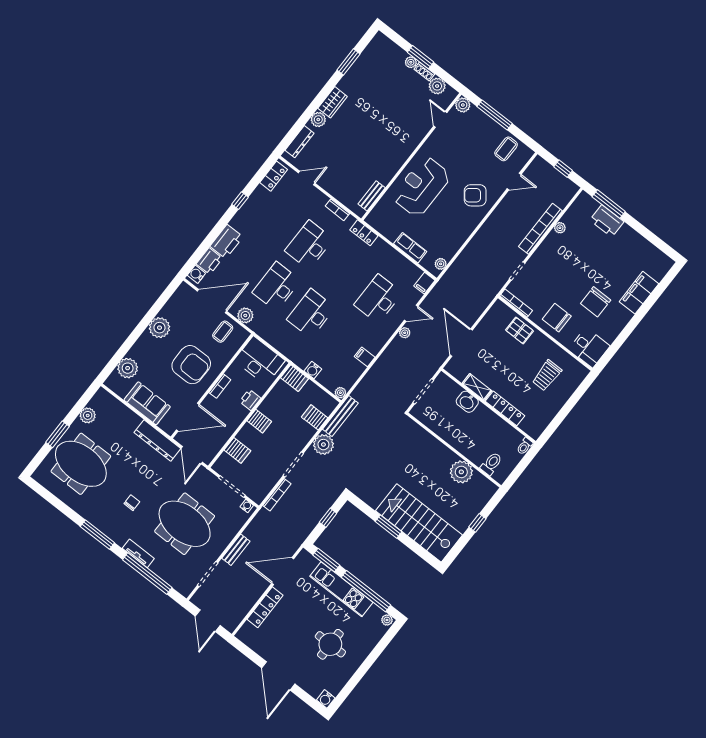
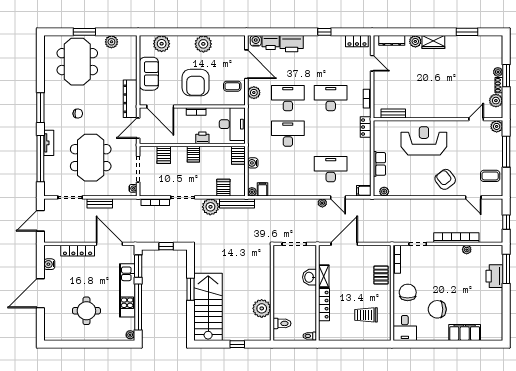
filing cabinet: (365, 357) -> (262, 189), moved
water cooler: (326, 699) -> (49, 264), moved

